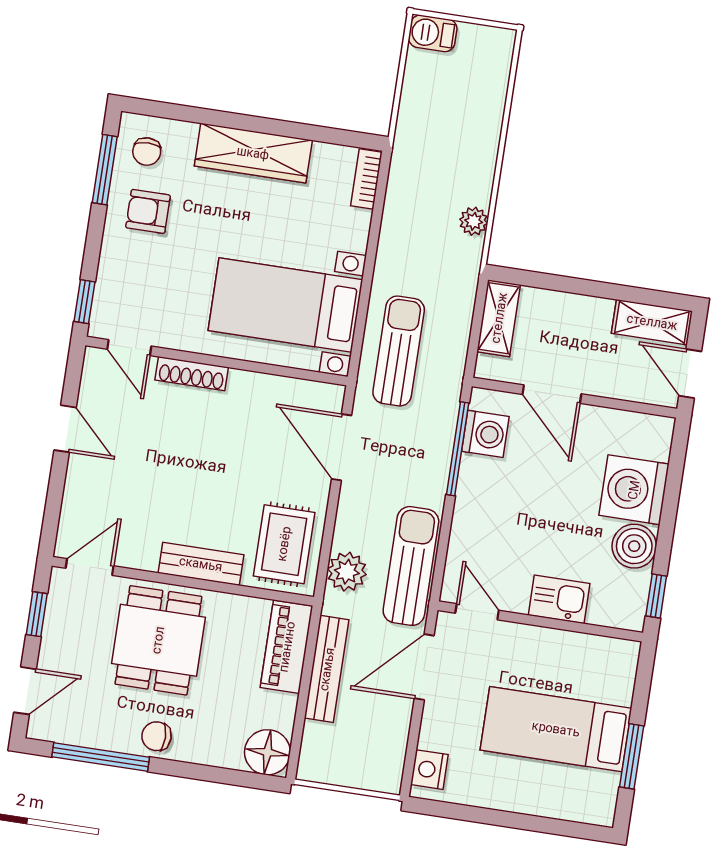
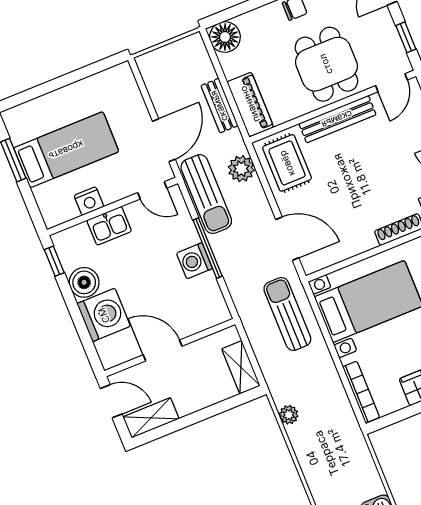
bookcase: (366, 179) -> (361, 392), width x1.56
sun lounger: (399, 351) -> (287, 314), turned 180
door: (552, 394) -> (163, 351), moved
washing machine: (485, 434) -> (194, 261), moved
window: (458, 449) -> (208, 248), moved
bench: (201, 564) -> (337, 119), width x1.36
bench: (327, 669) -> (219, 106), width x0.73
nightstand: (429, 770) -> (89, 201), moved, turned 90

